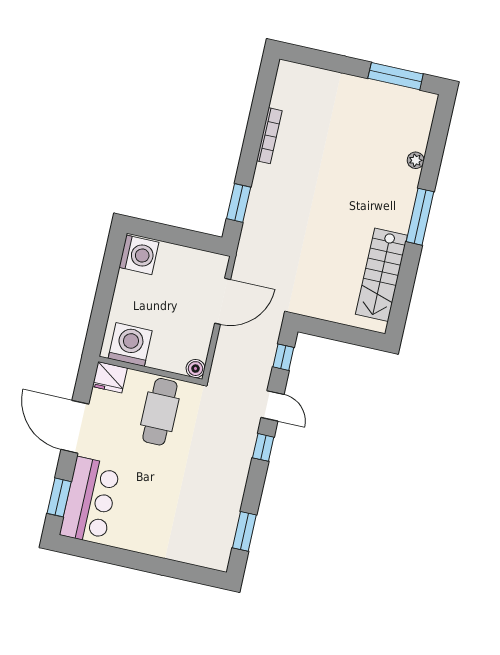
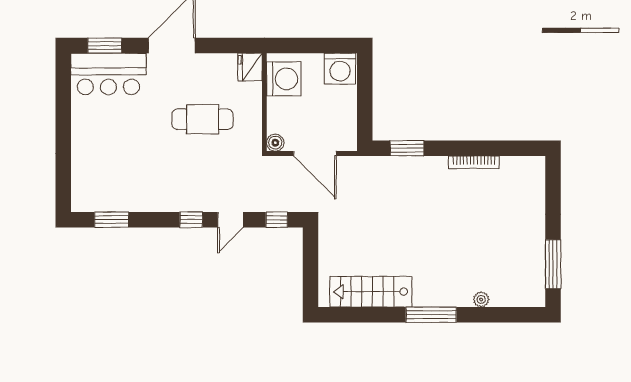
washing machine: (130, 345) -> (284, 79), moved
boiler: (195, 369) -> (275, 143), moved
wall: (150, 370) -> (264, 102), moved
fridge: (110, 377) -> (250, 67), moved

